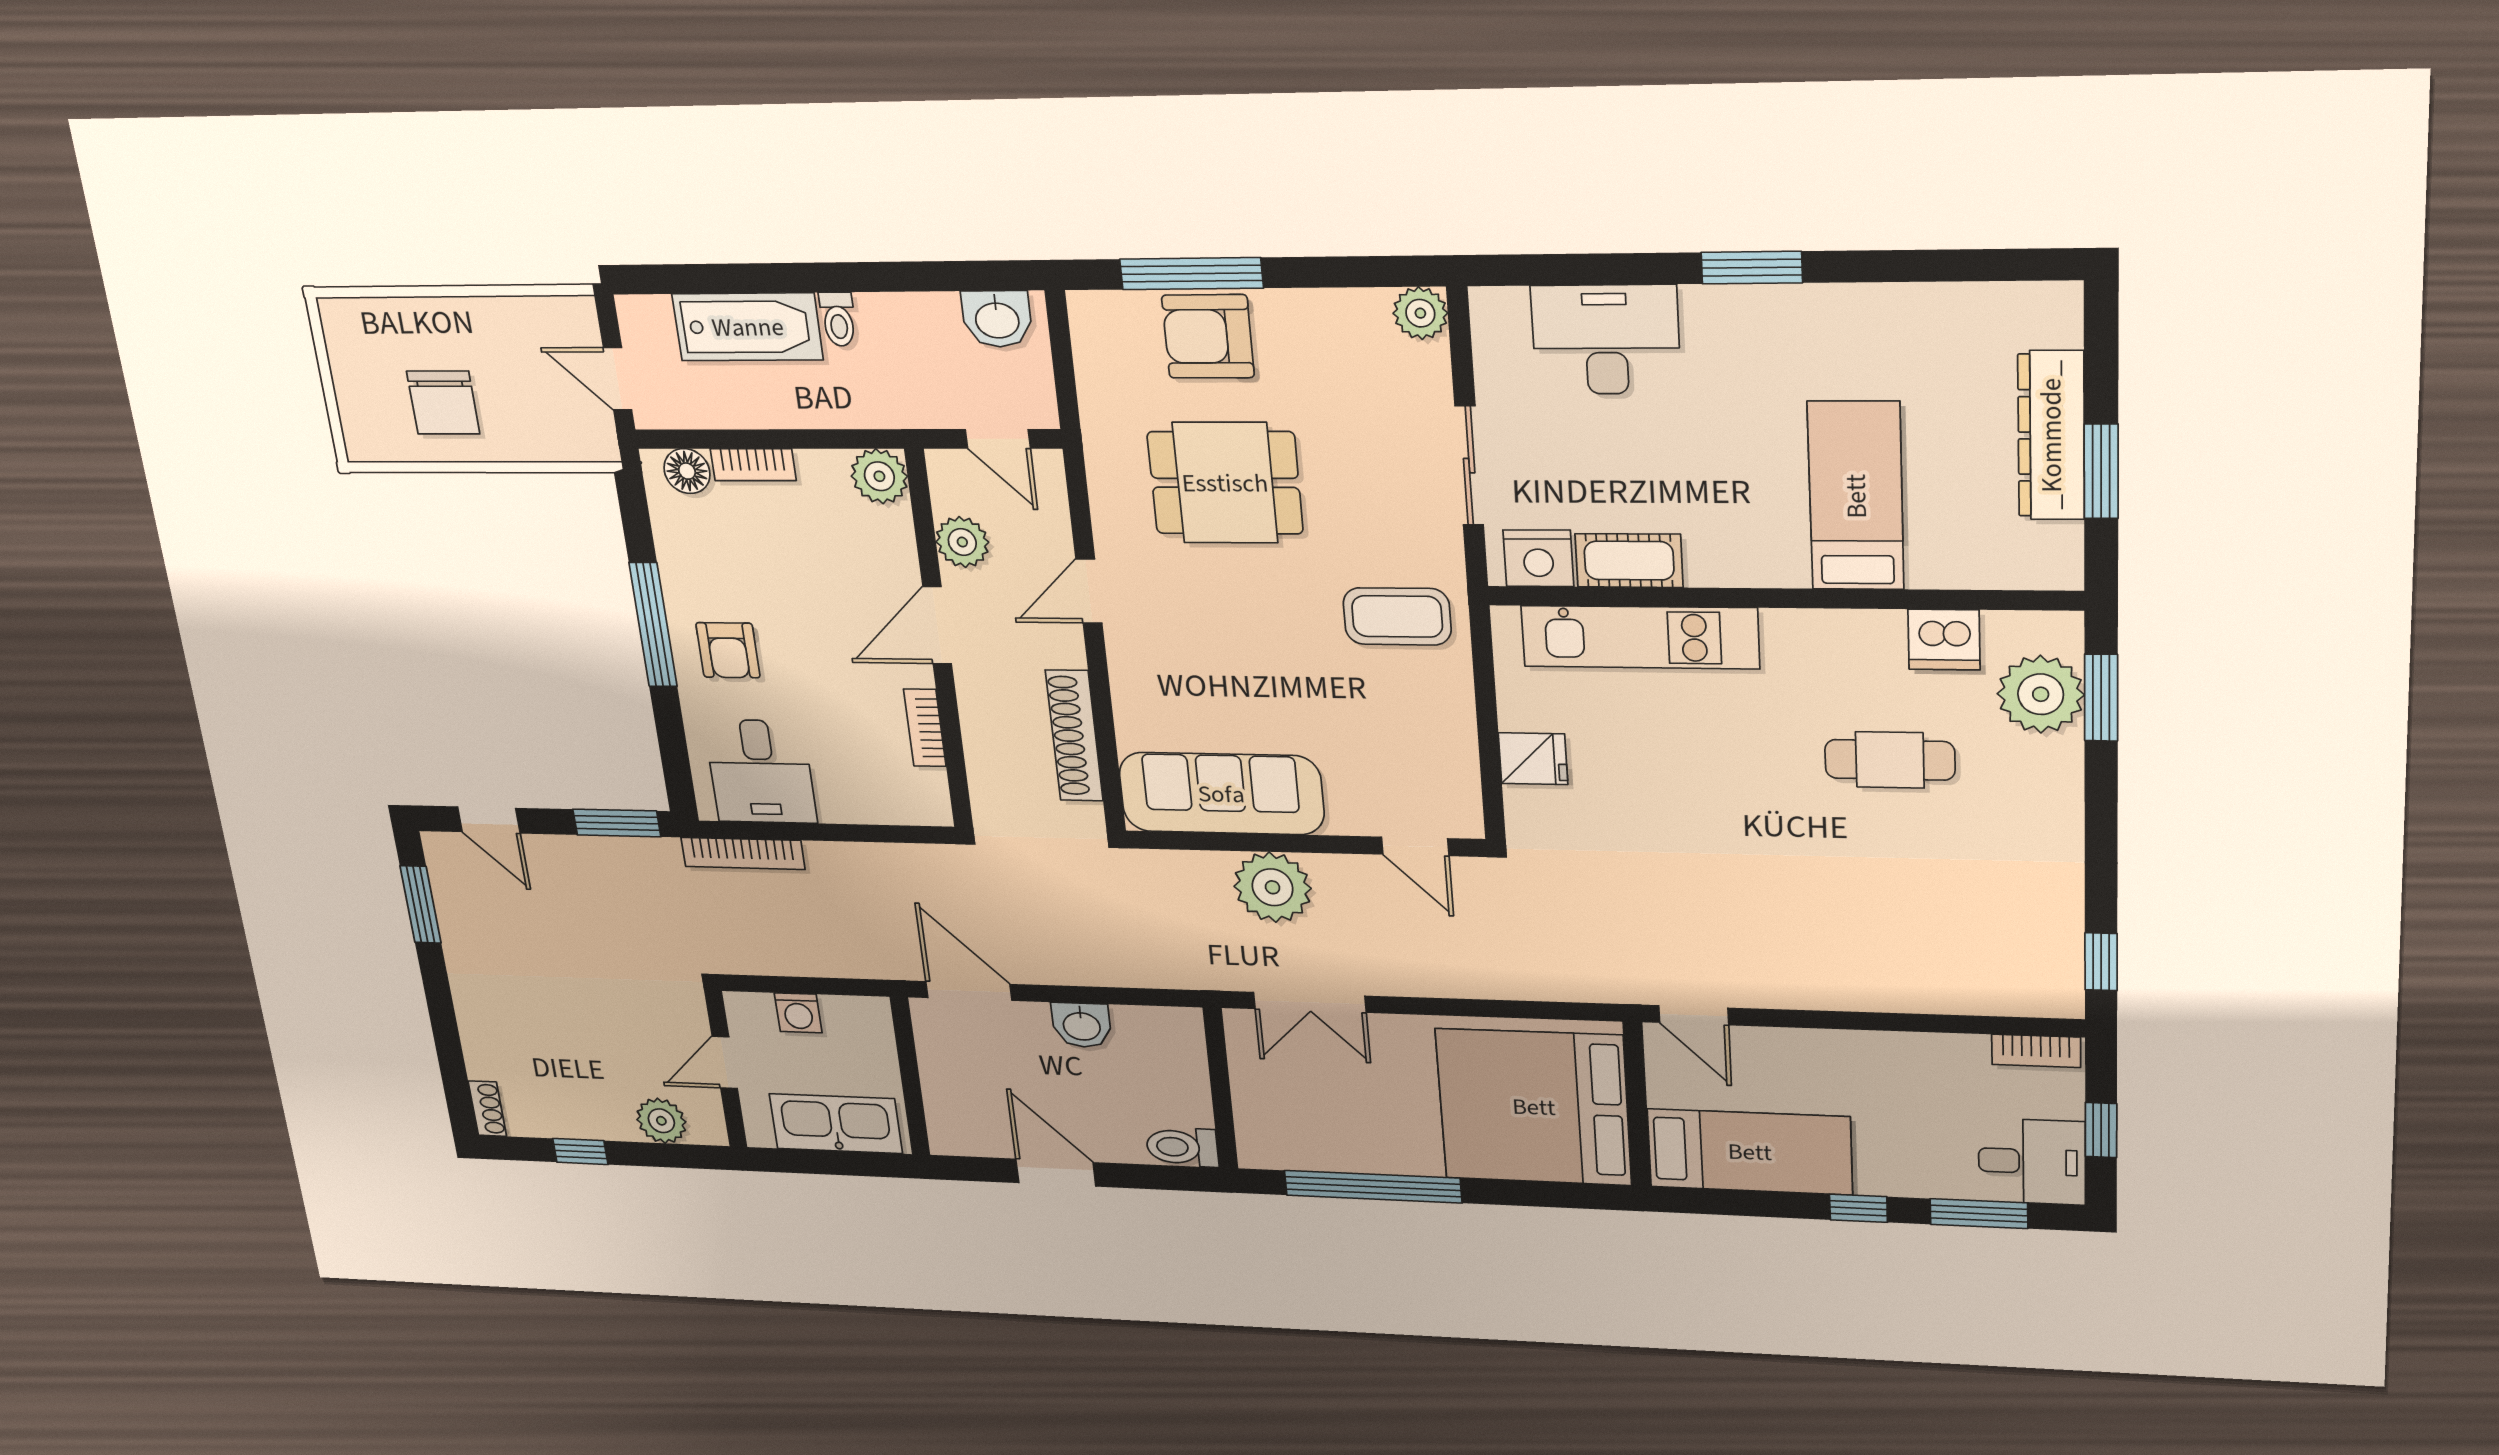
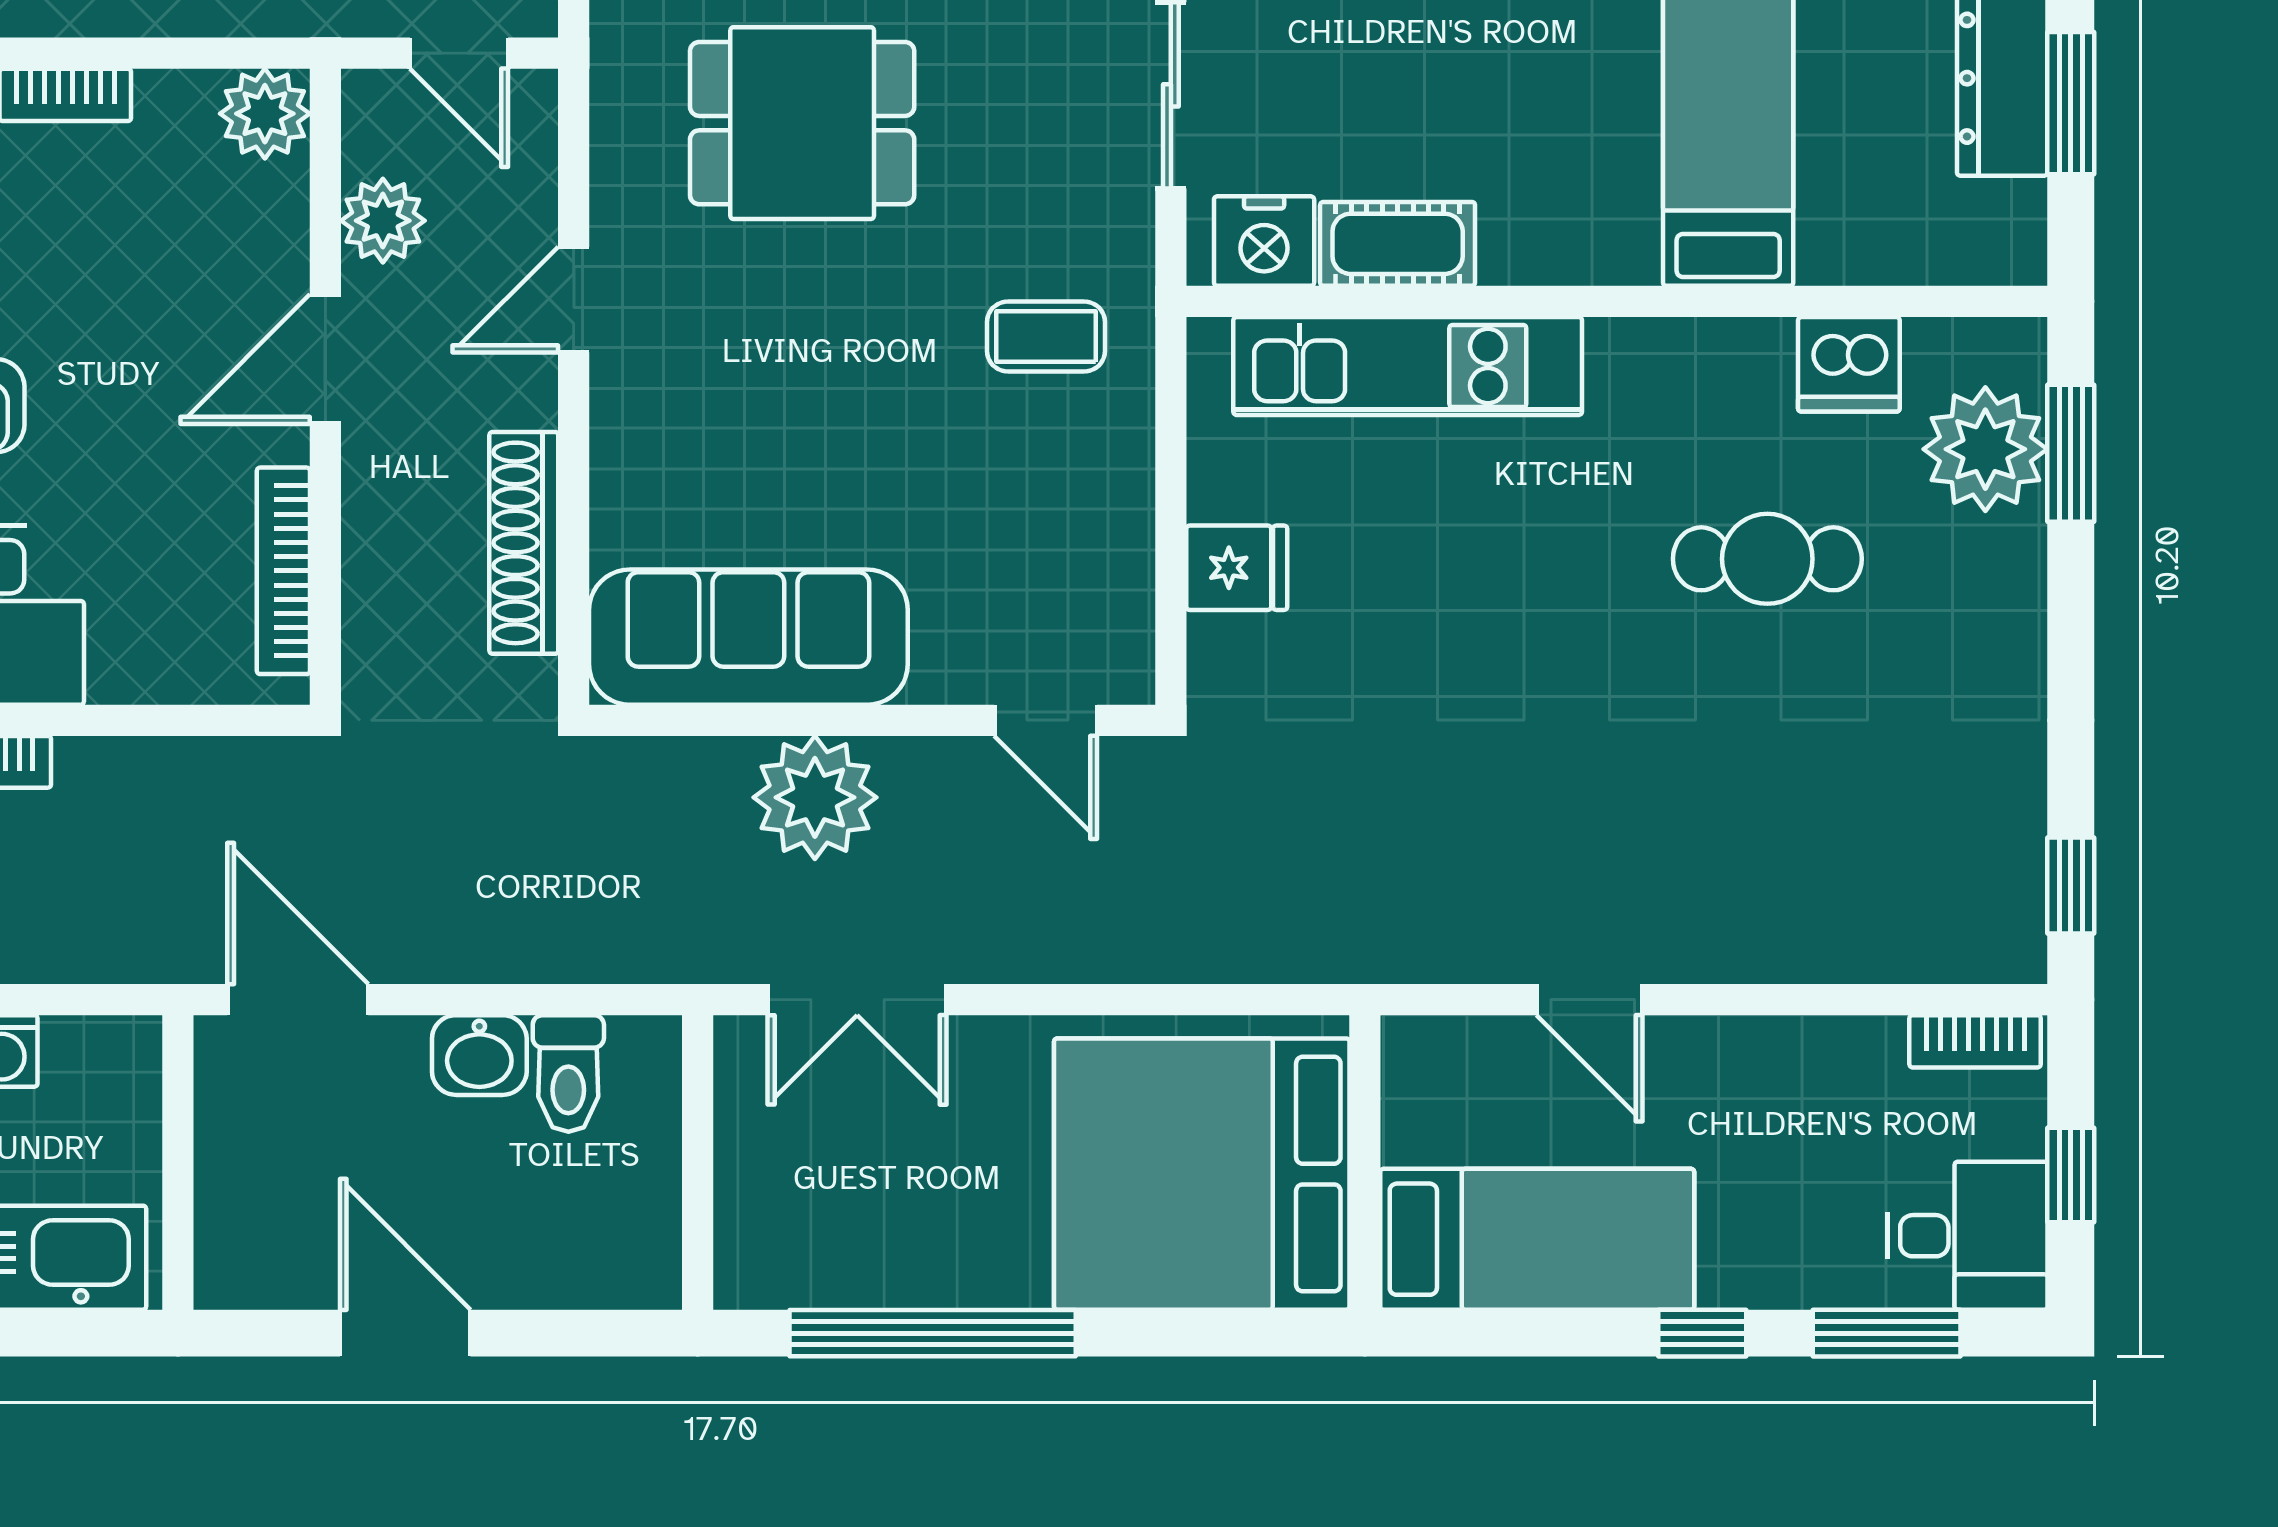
coffee table: (1397, 616) -> (1046, 336), width x0.73, depth x0.77
bookcase: (925, 728) -> (283, 571), width x1.56
door: (1694, 1015) -> (1589, 1000), moved
toilet: (1182, 1147) -> (568, 1074), moved, turned -90

